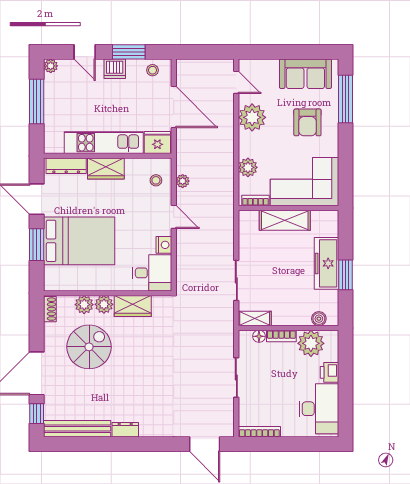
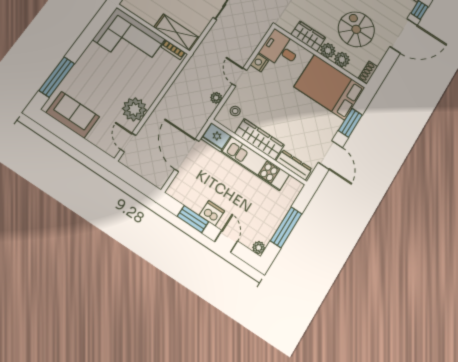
stool: (153, 70) -> (184, 193), removed
armchair: (307, 122) -> (97, 79), removed
plant: (248, 167) -> (162, 76), removed
wardrobe: (106, 169) -> (259, 139), width x1.50
shelving: (285, 220) -> (177, 33), moved
bed: (79, 241) -> (330, 87), moved
spiral stairs: (89, 347) -> (356, 29), turned 90

